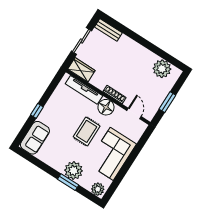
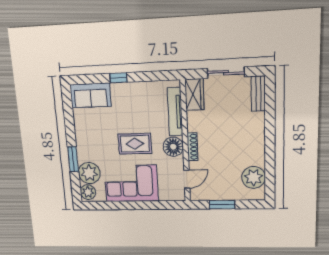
plant: (74, 171) -> (89, 173), moved

